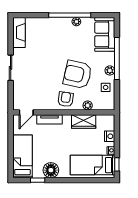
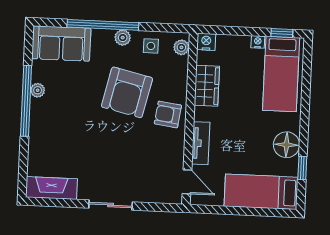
plant: (88, 105) -> (181, 47), moved
nightstand: (110, 136) -> (206, 42), moved

